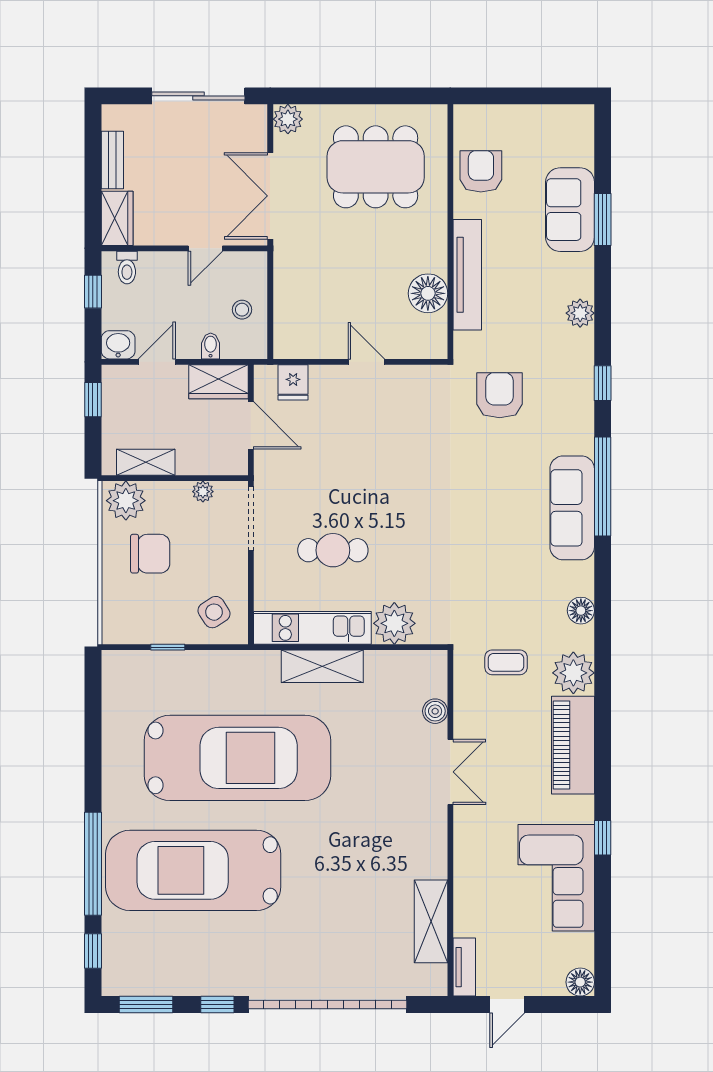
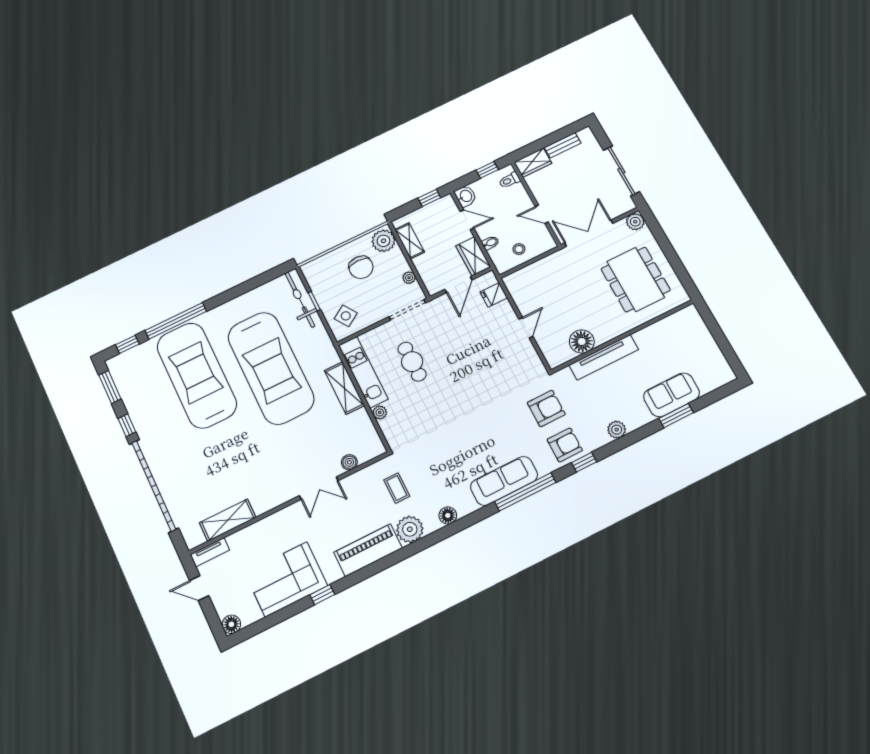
armchair: (481, 171) -> (565, 445), moved
plant: (394, 623) -> (380, 412), width x0.53, depth x0.53
bicycle: (154, 667) -> (300, 300), added

